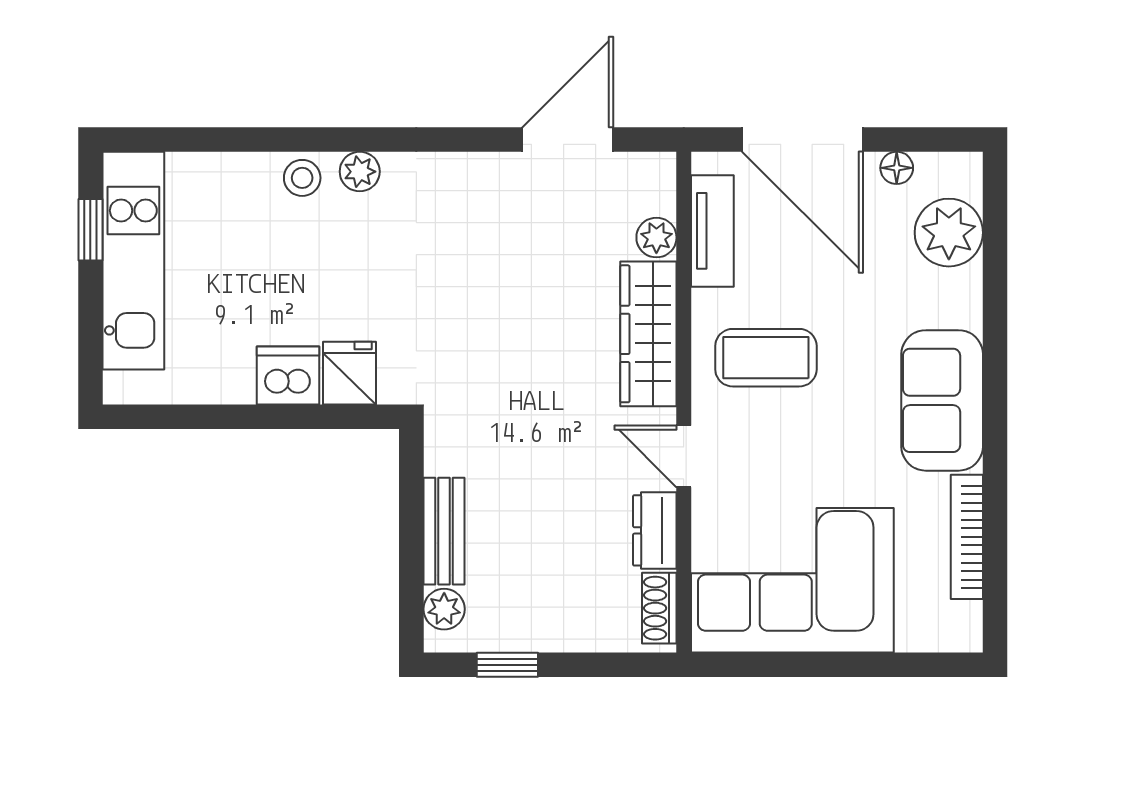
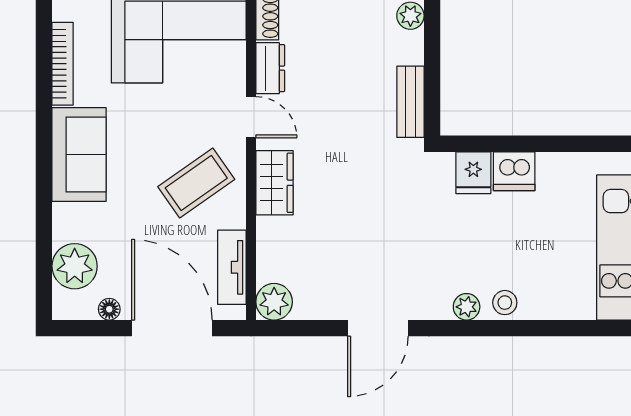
door: (568, 139) -> (378, 328), moved
plant: (656, 238) -> (274, 302), moved, width x1.38, depth x1.38
wardrobe: (648, 334) -> (274, 183), width x0.67
coffee table: (766, 358) -> (196, 183), turned -35
bench: (444, 531) -> (410, 102), moved

